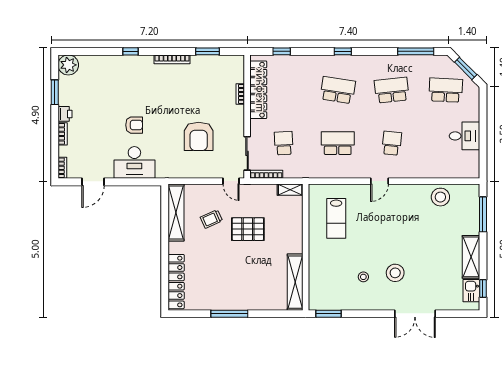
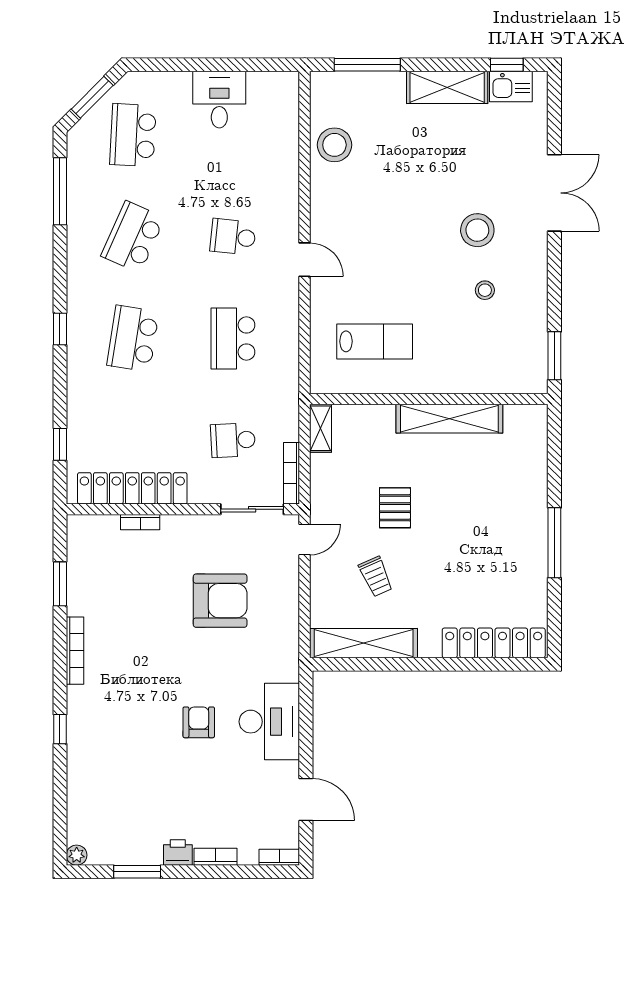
plant: (68, 65) -> (77, 855), width x0.53, depth x0.53
school desk: (392, 90) -> (133, 237), turned 30
pallet: (248, 229) -> (395, 508), width x0.67, depth x0.71
shelving: (295, 282) -> (449, 419), moved

